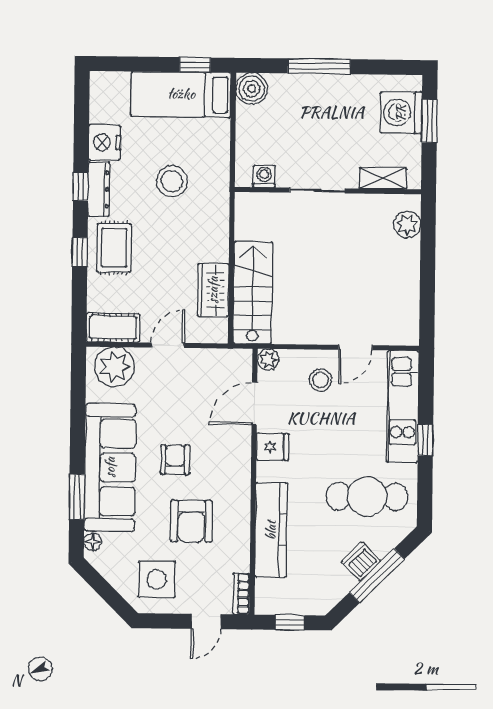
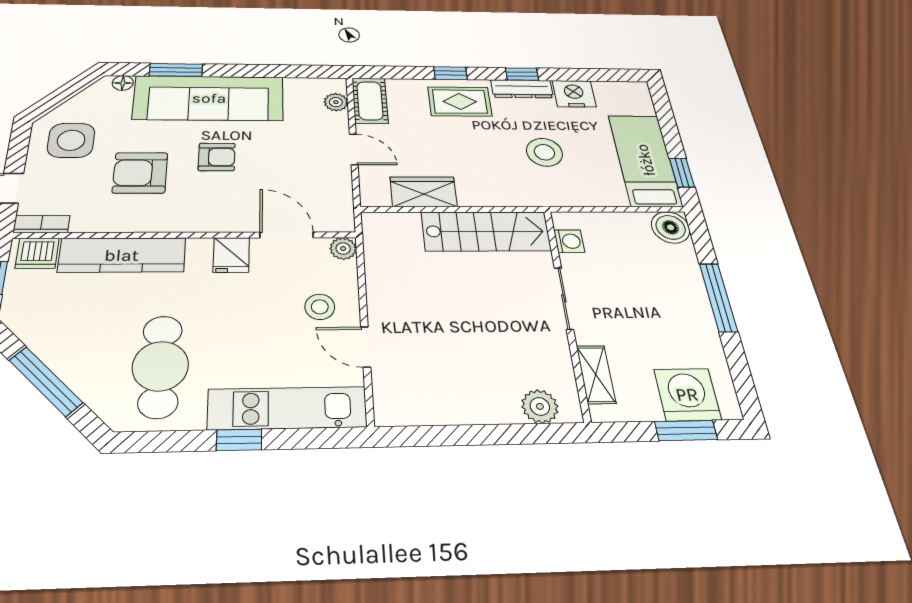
stairs: (253, 293) -> (486, 231), moved
plant: (115, 367) -> (336, 102), width x0.53, depth x0.53
dishwasher: (361, 561) -> (37, 253), moved, turned 135

